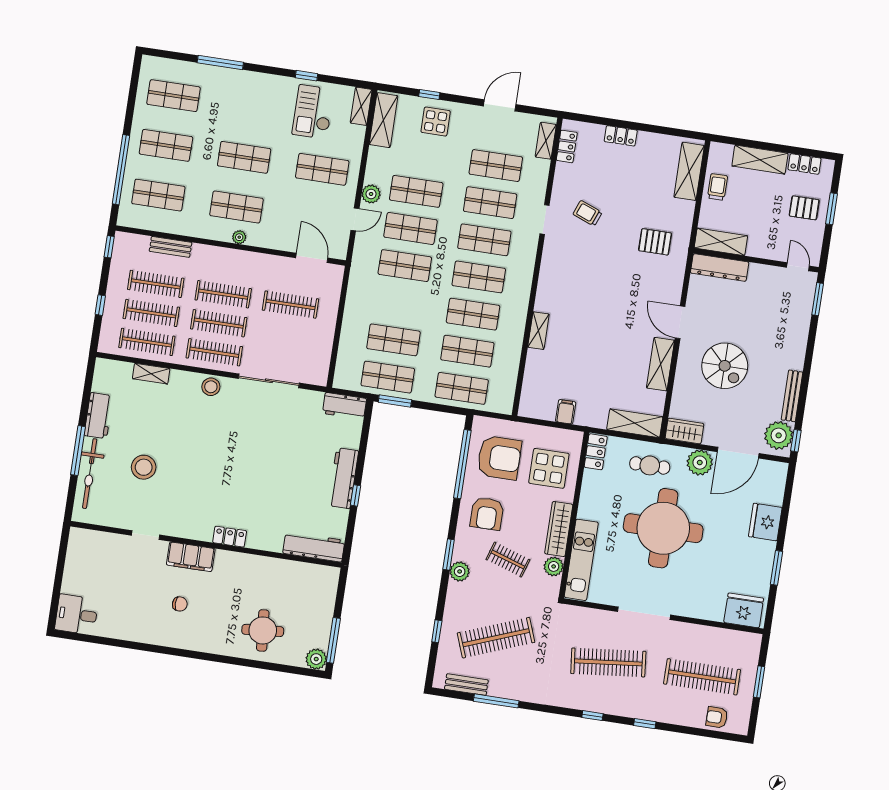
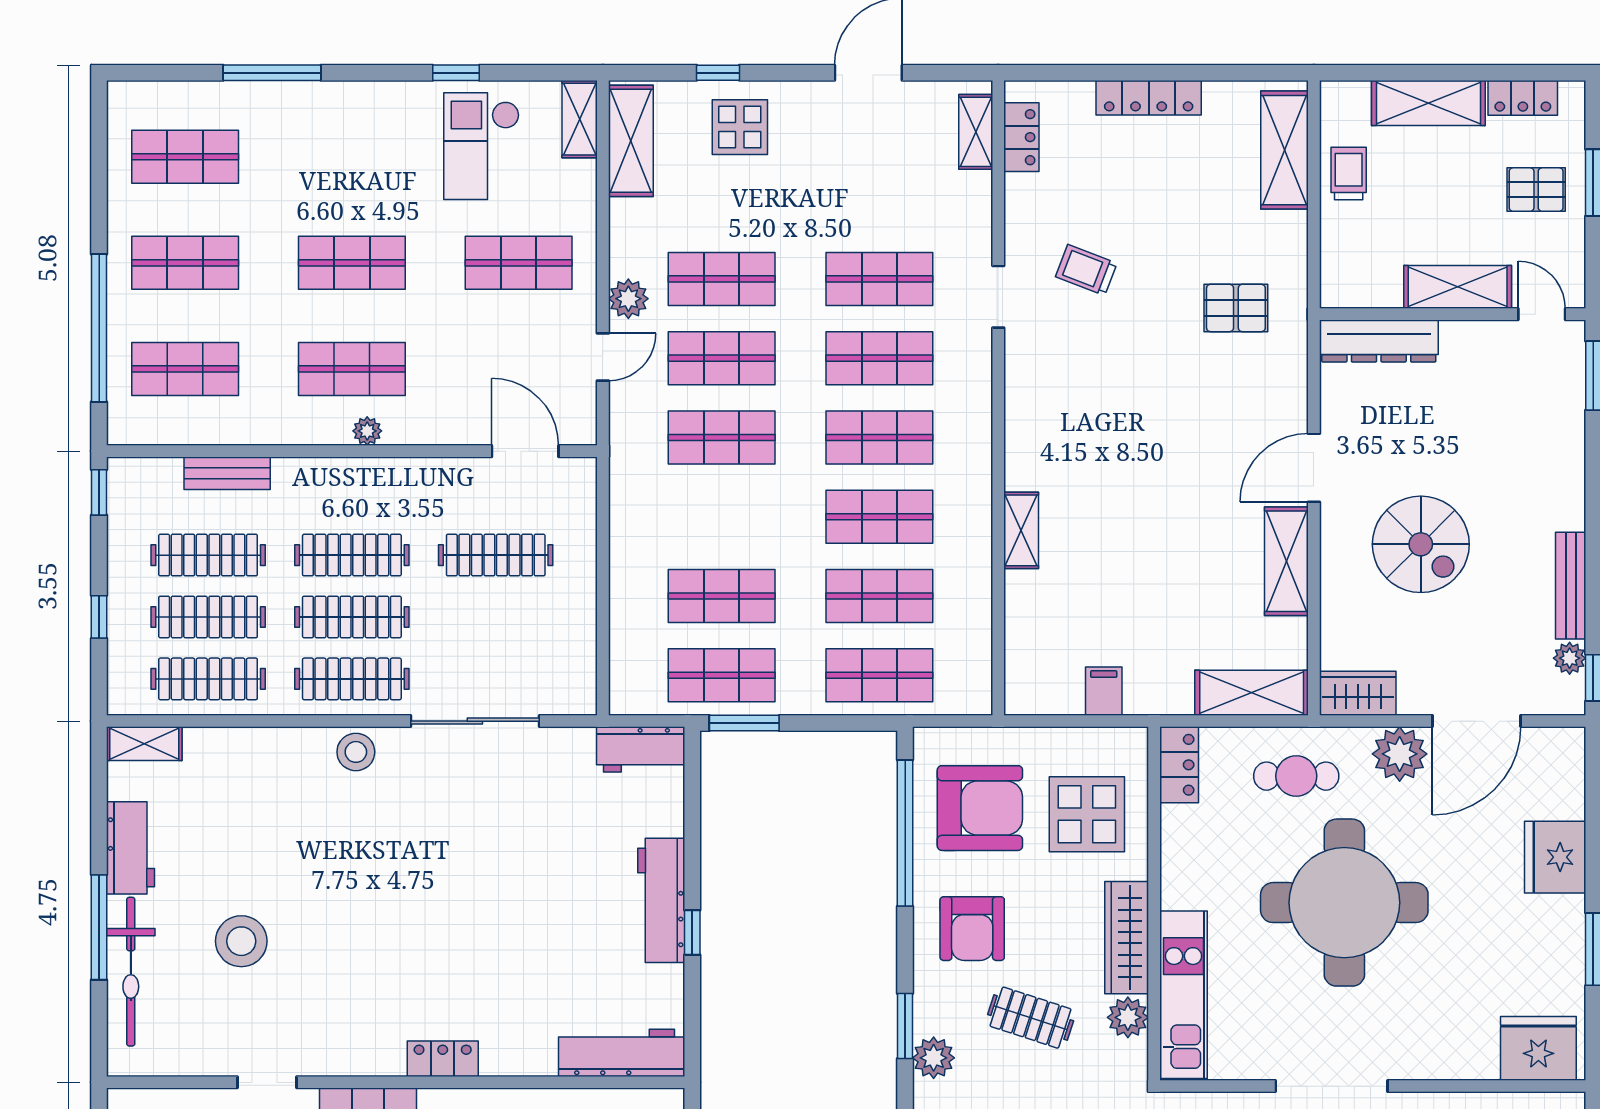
locker: (621, 136) -> (1149, 98), width x1.53
shop shelf: (496, 166) -> (879, 200), removed
shelving: (721, 242) -> (1458, 287), moved
door: (680, 322) -> (1314, 468), hinge flipped
shelving: (151, 374) -> (144, 744), moved
plant: (779, 435) -> (1570, 658), width x0.53, depth x0.53

